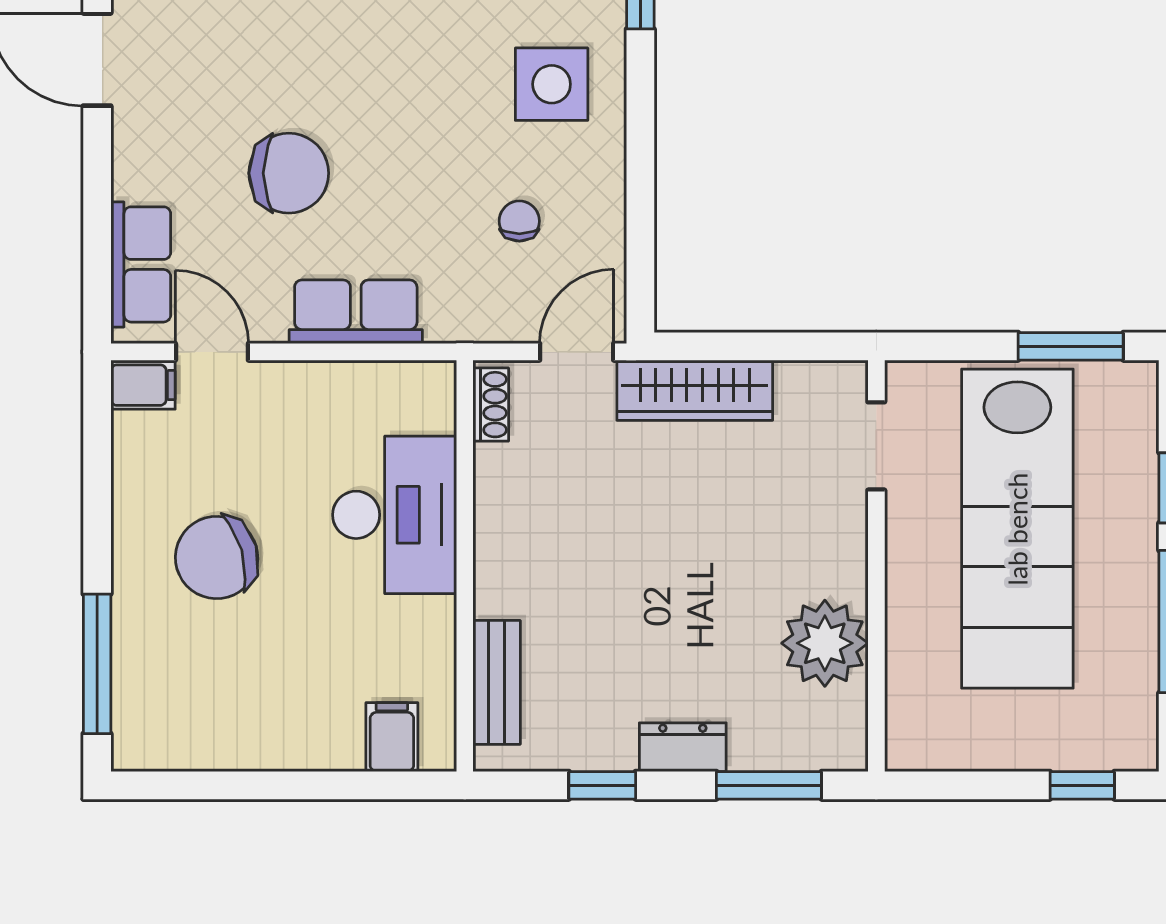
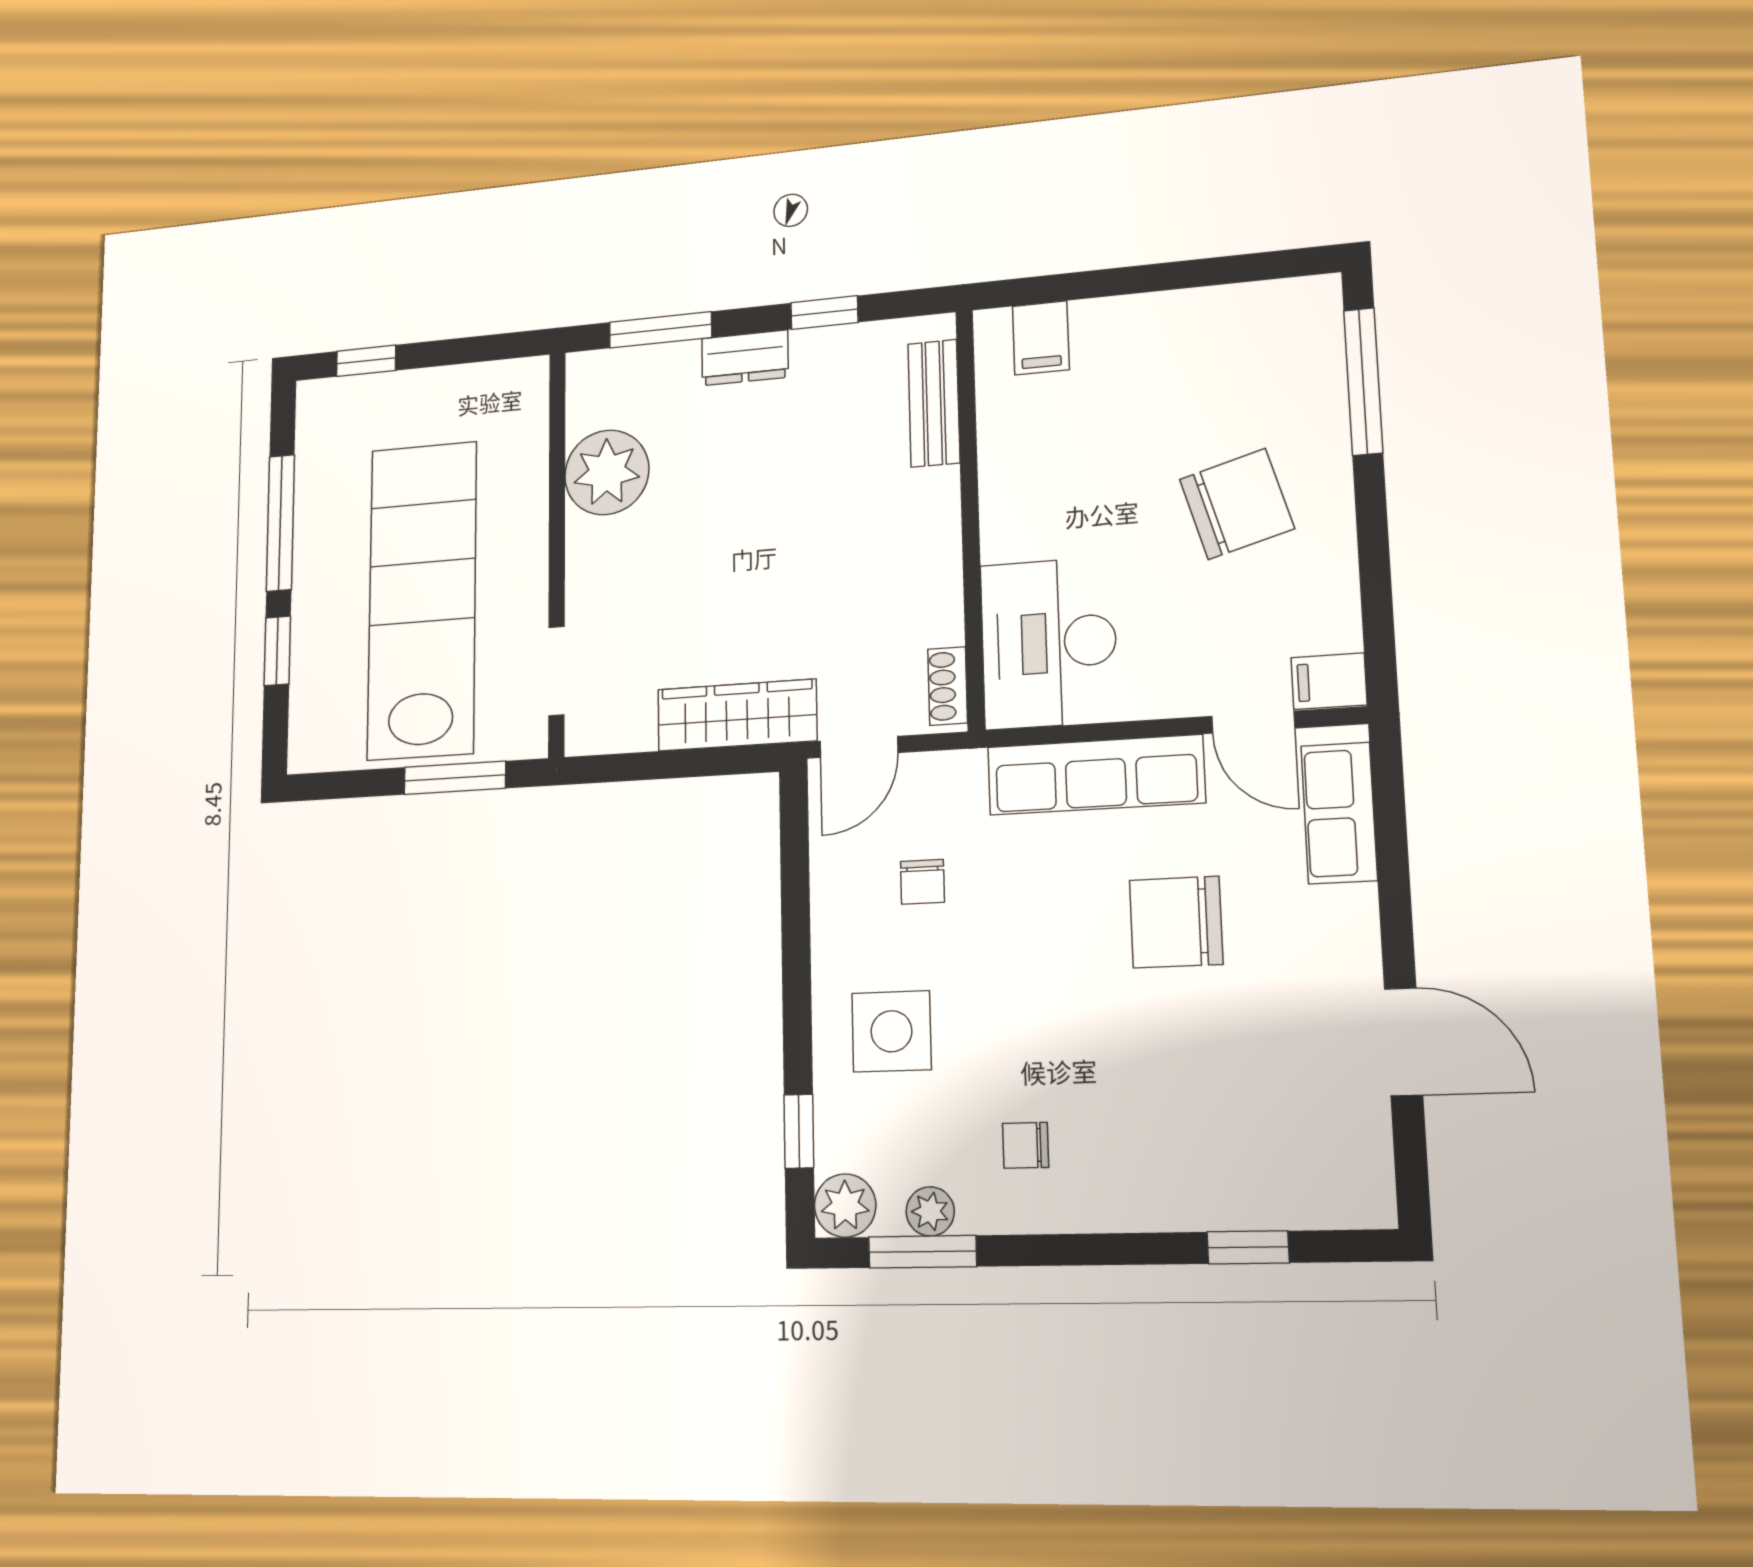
row of seats: (356, 312) -> (1096, 775), width x1.48
window: (1071, 346) -> (455, 778), moved
desk: (395, 515) -> (1049, 643), moved

